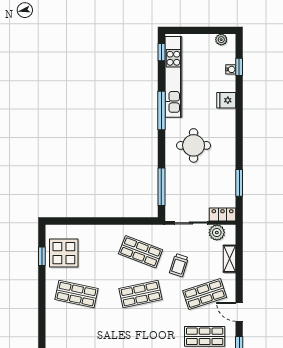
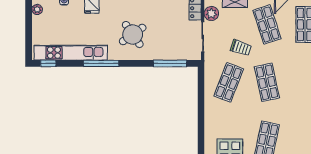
round table: (194, 145) -> (133, 34), turned -35

